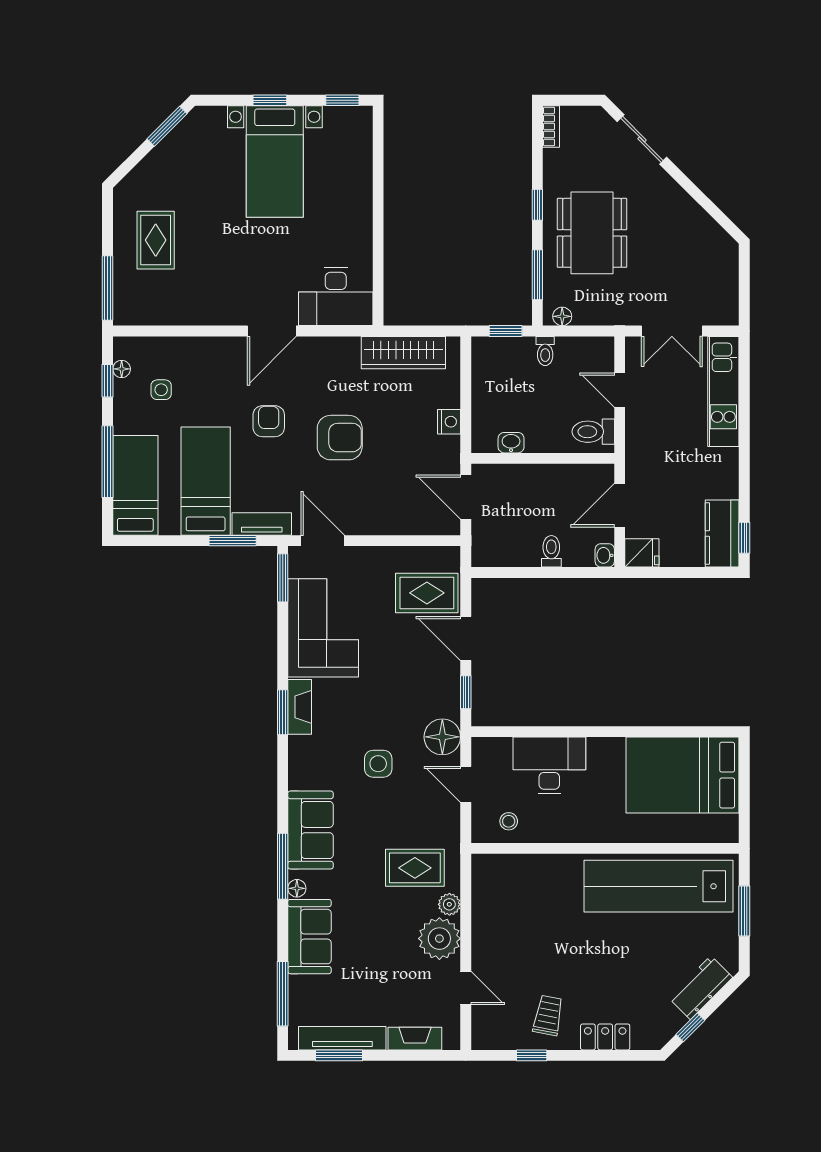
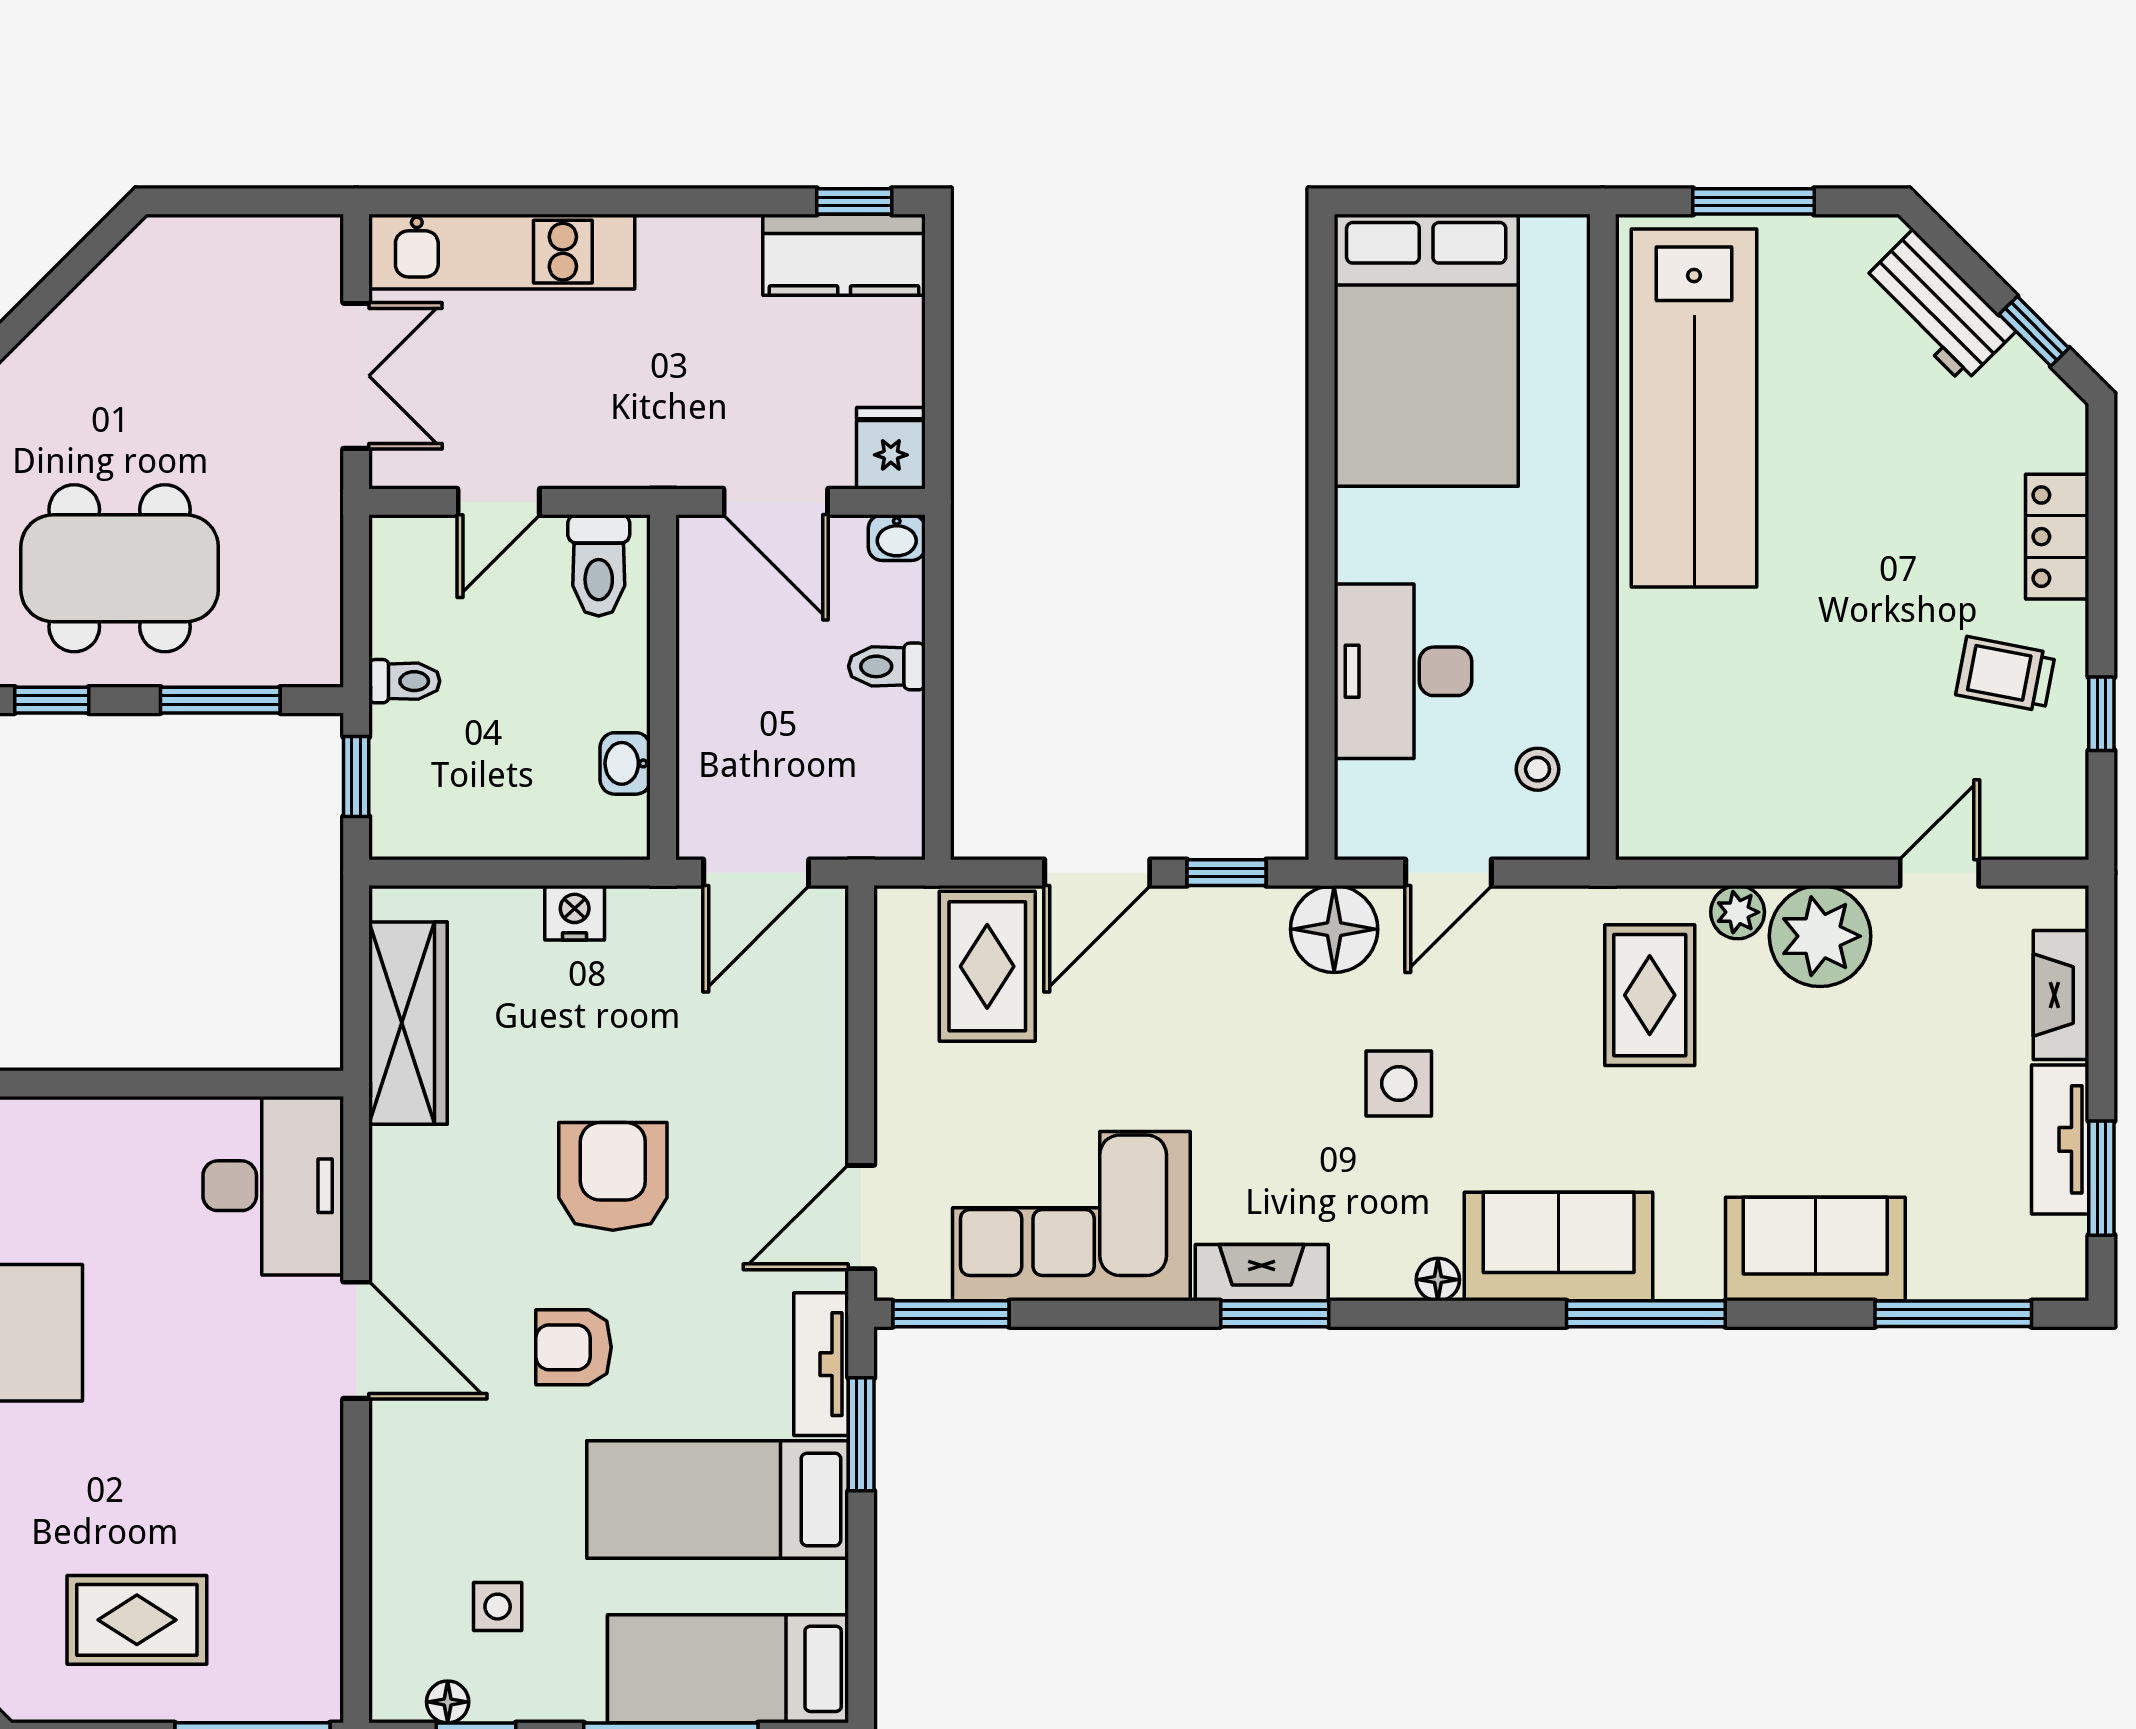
floor lamp: (562, 316) -> (321, 640), removed
floor lamp: (297, 888) -> (1438, 1280), moved
tv unit: (342, 1038) -> (2060, 1139), width x0.71

